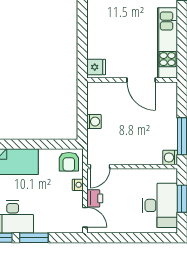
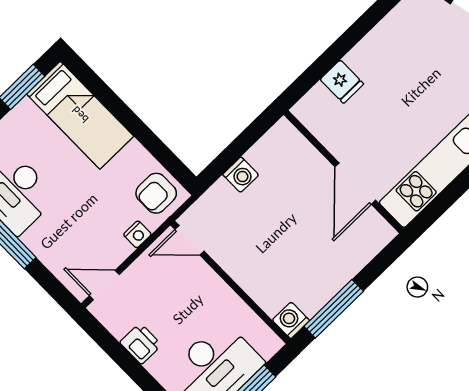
fridge: (96, 67) -> (342, 82), moved
printer: (95, 198) -> (141, 344), moved, turned -90
door: (85, 217) -> (104, 285), swing flipped

